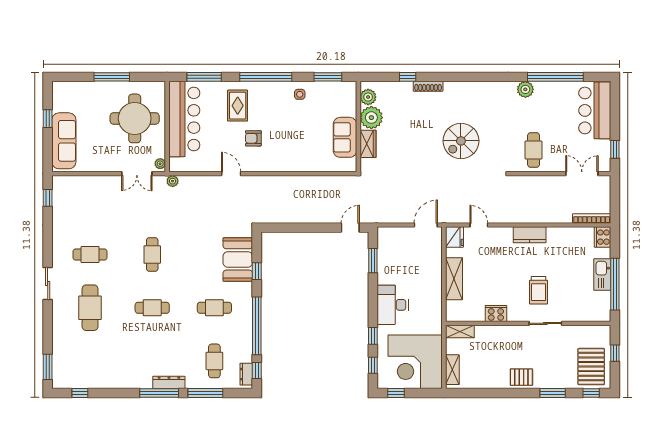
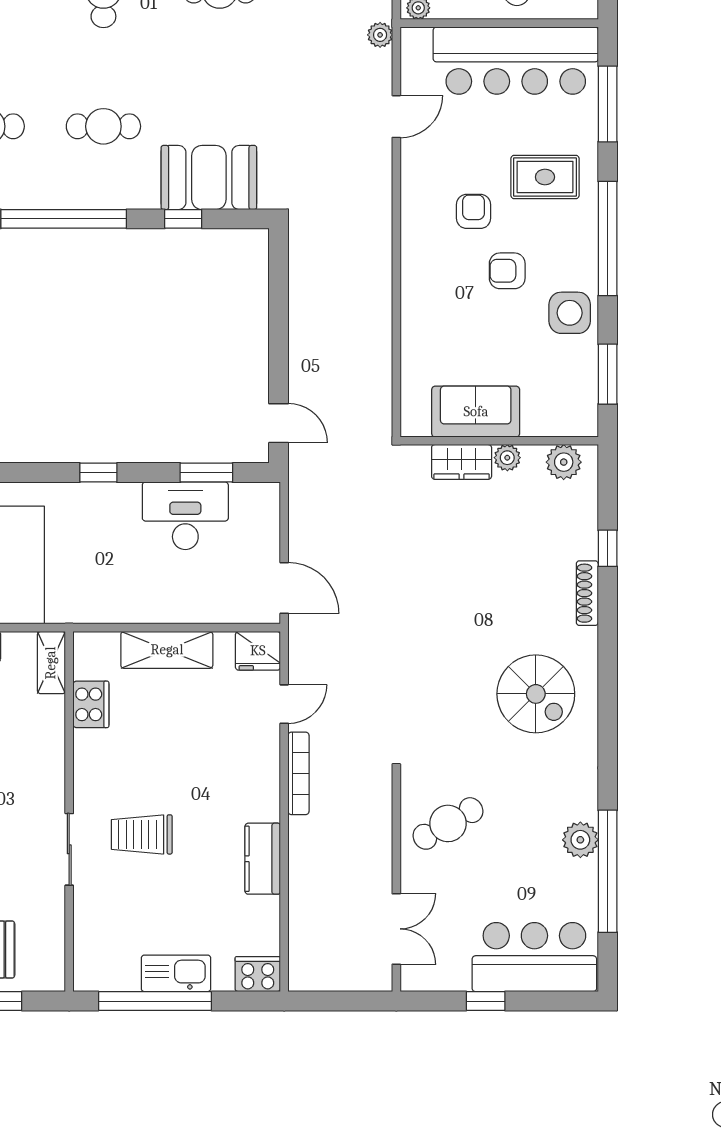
plant: (525, 89) -> (580, 840), moved
side table: (300, 94) -> (570, 313), width x1.87, depth x1.87
plant: (371, 118) -> (507, 458), width x0.53, depth x0.53
armchair: (281, 123) -> (507, 271), added
spiral stairs: (461, 141) -> (536, 694), moved, turned 180
window: (615, 149) -> (486, 1001), moved
cafe table: (534, 150) -> (448, 823), turned -30
door: (231, 174) -> (396, 117), moved
bookcase: (592, 218) -> (298, 773), moved
kitchen counter: (530, 235) -> (263, 859), moved
desk: (393, 305) -> (185, 516), moved
cafe table: (214, 308) -> (103, 126), turned 90
cooker: (496, 313) -> (91, 704), moved
window: (373, 336) -> (98, 473), moved

